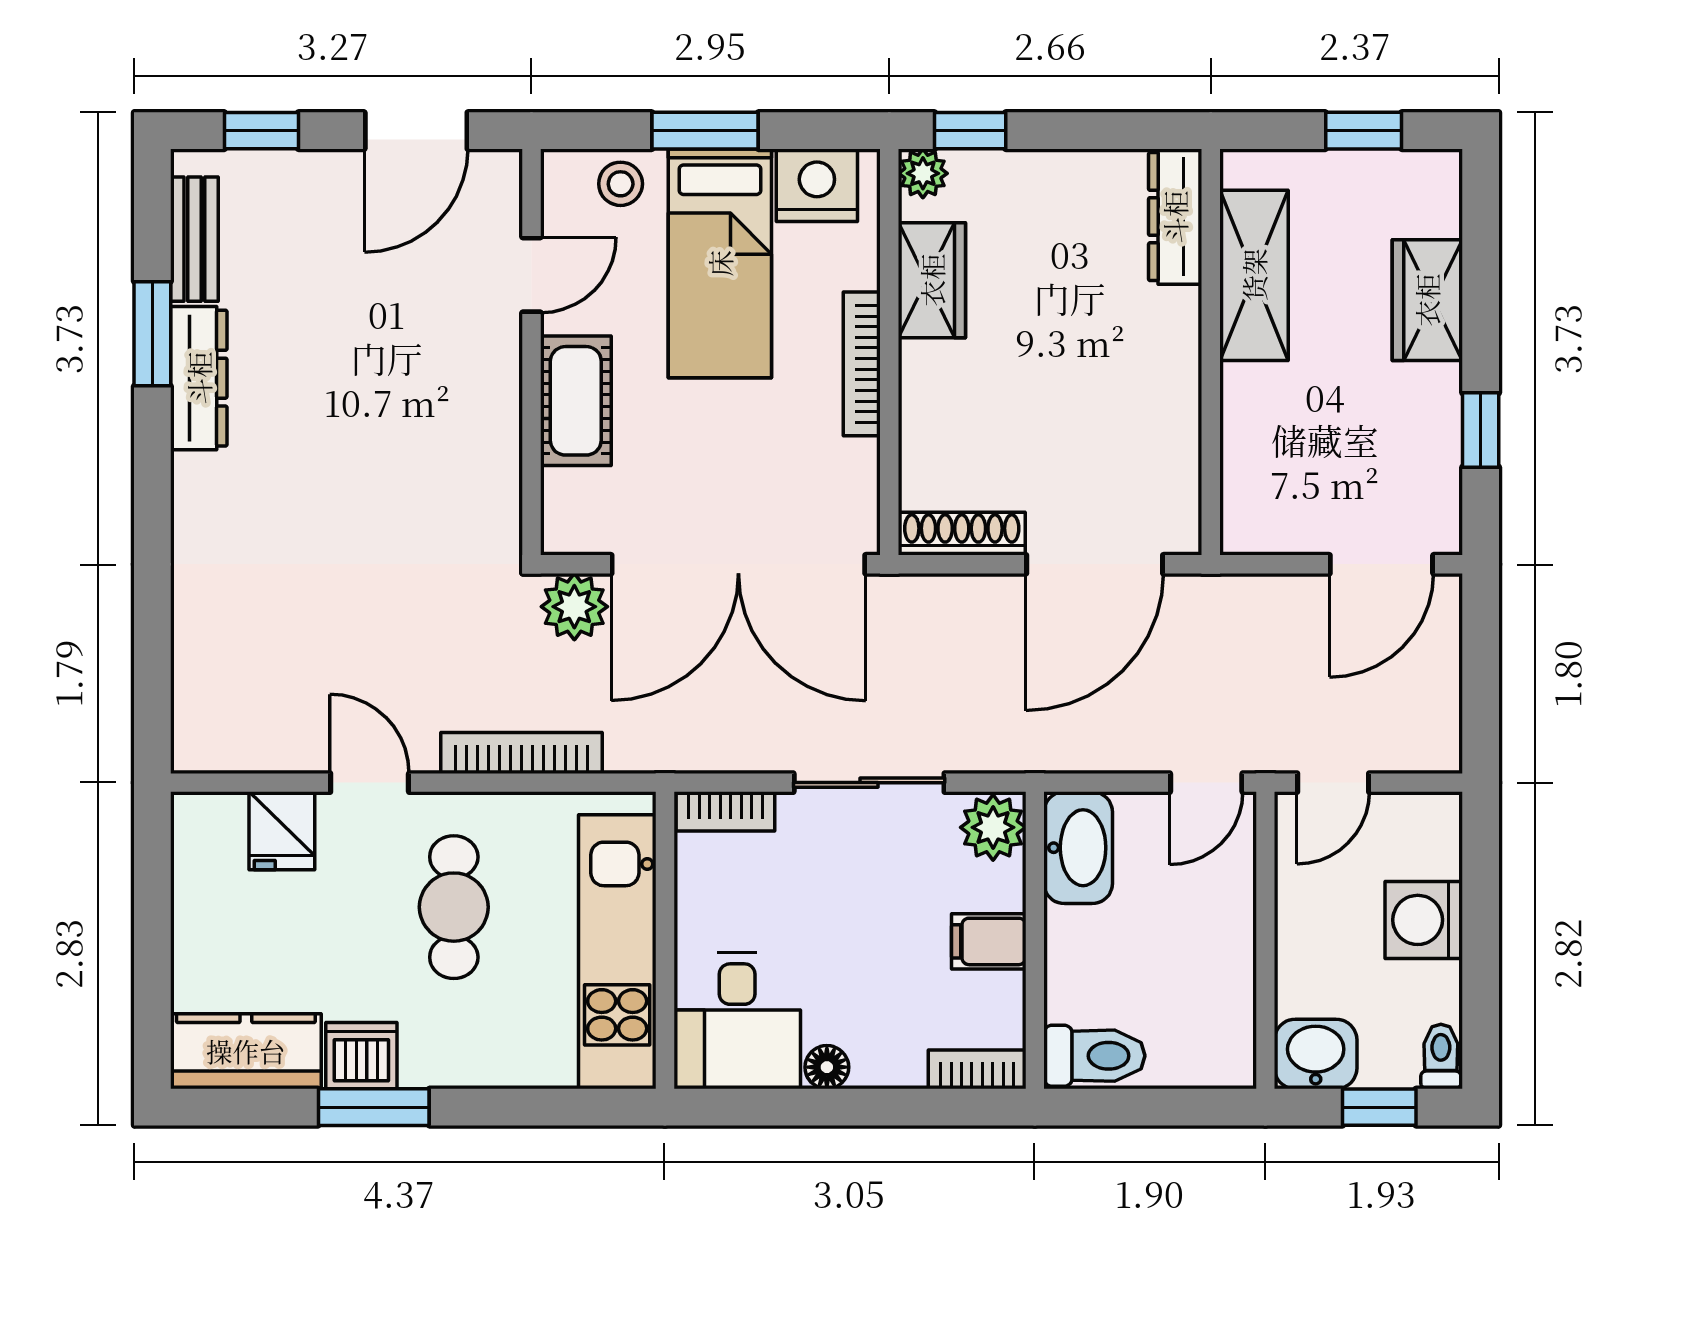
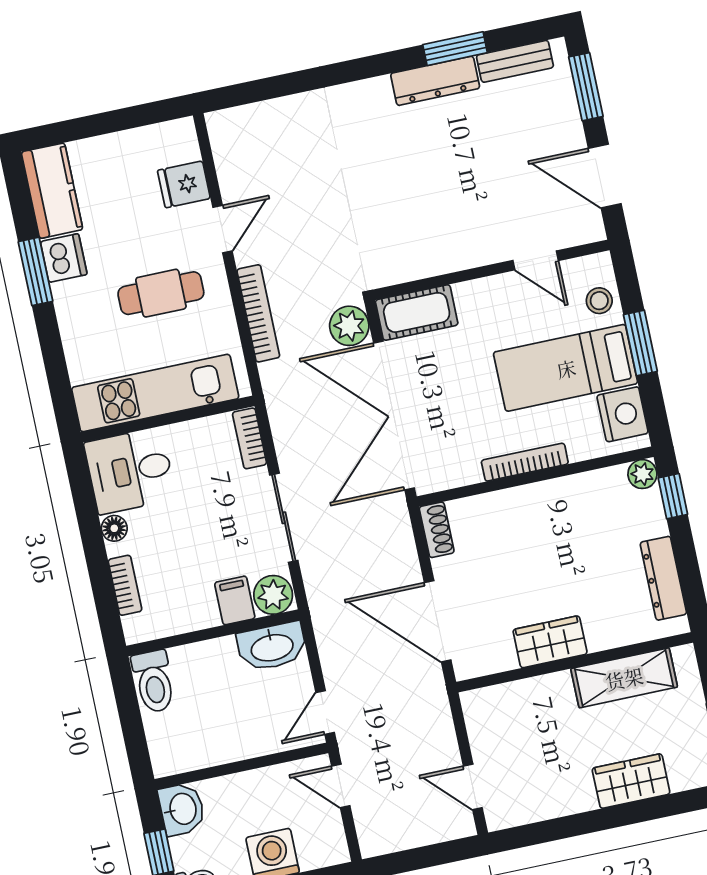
window: (261, 131) -> (586, 87), width x1.50
dresser: (1175, 217) -> (663, 578), moved, turned -90
wardrobe: (932, 280) -> (550, 642), moved, turned 180
cot: (576, 401) -> (417, 312), moved
window: (1481, 430) -> (563, 828), removed
shoe rack: (962, 534) -> (437, 530), width x0.70
door: (1381, 564) -> (473, 787), width x0.73
door: (1206, 783) -> (325, 713), hinge flipped
filing cabinet: (989, 941) -> (235, 600), moved
bookcase: (977, 1069) -> (125, 585), moved

